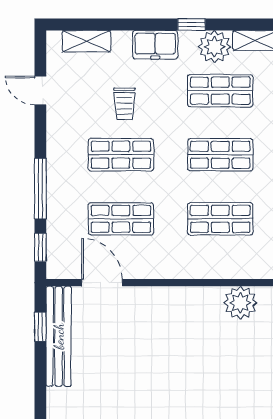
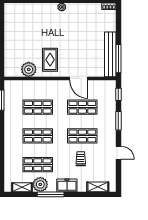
window: (192, 24) -> (51, 194), width x2.17
door: (40, 90) -> (118, 153), moved
window: (40, 189) -> (118, 121), width x0.69
door: (102, 283) -> (79, 78), moved
rug: (193, 325) -> (50, 60), added
window: (40, 327) -> (118, 59), width x2.17

